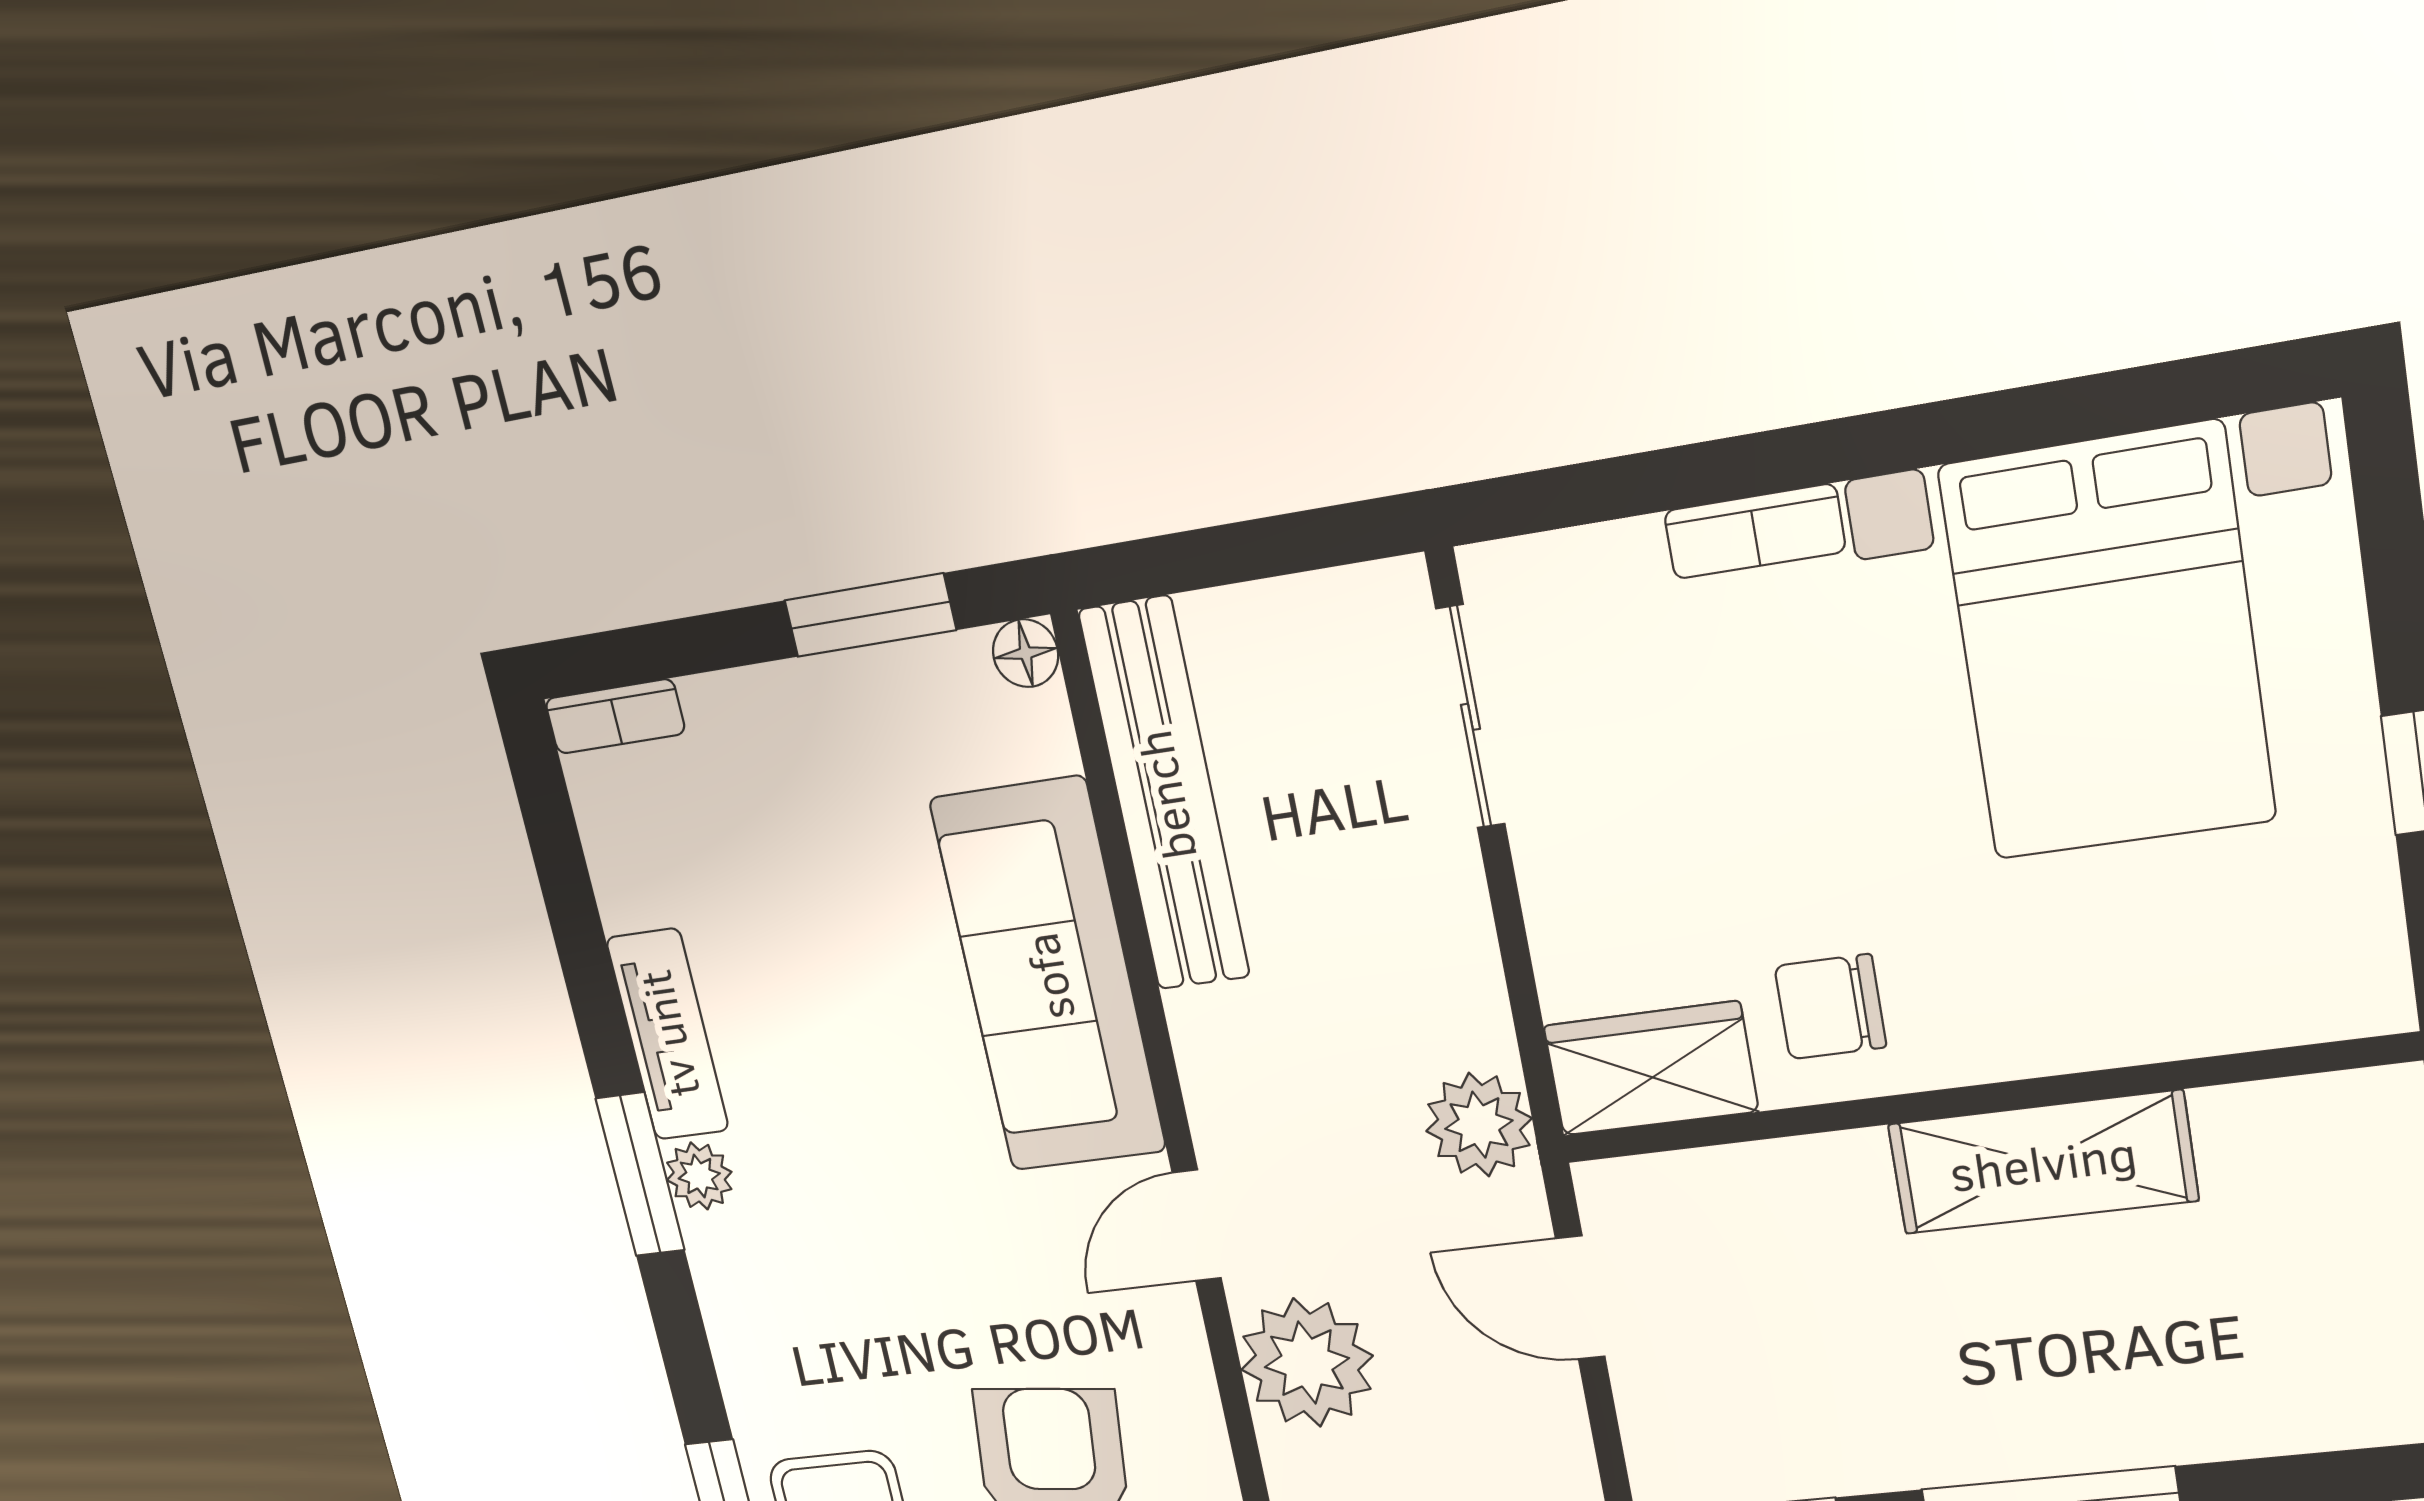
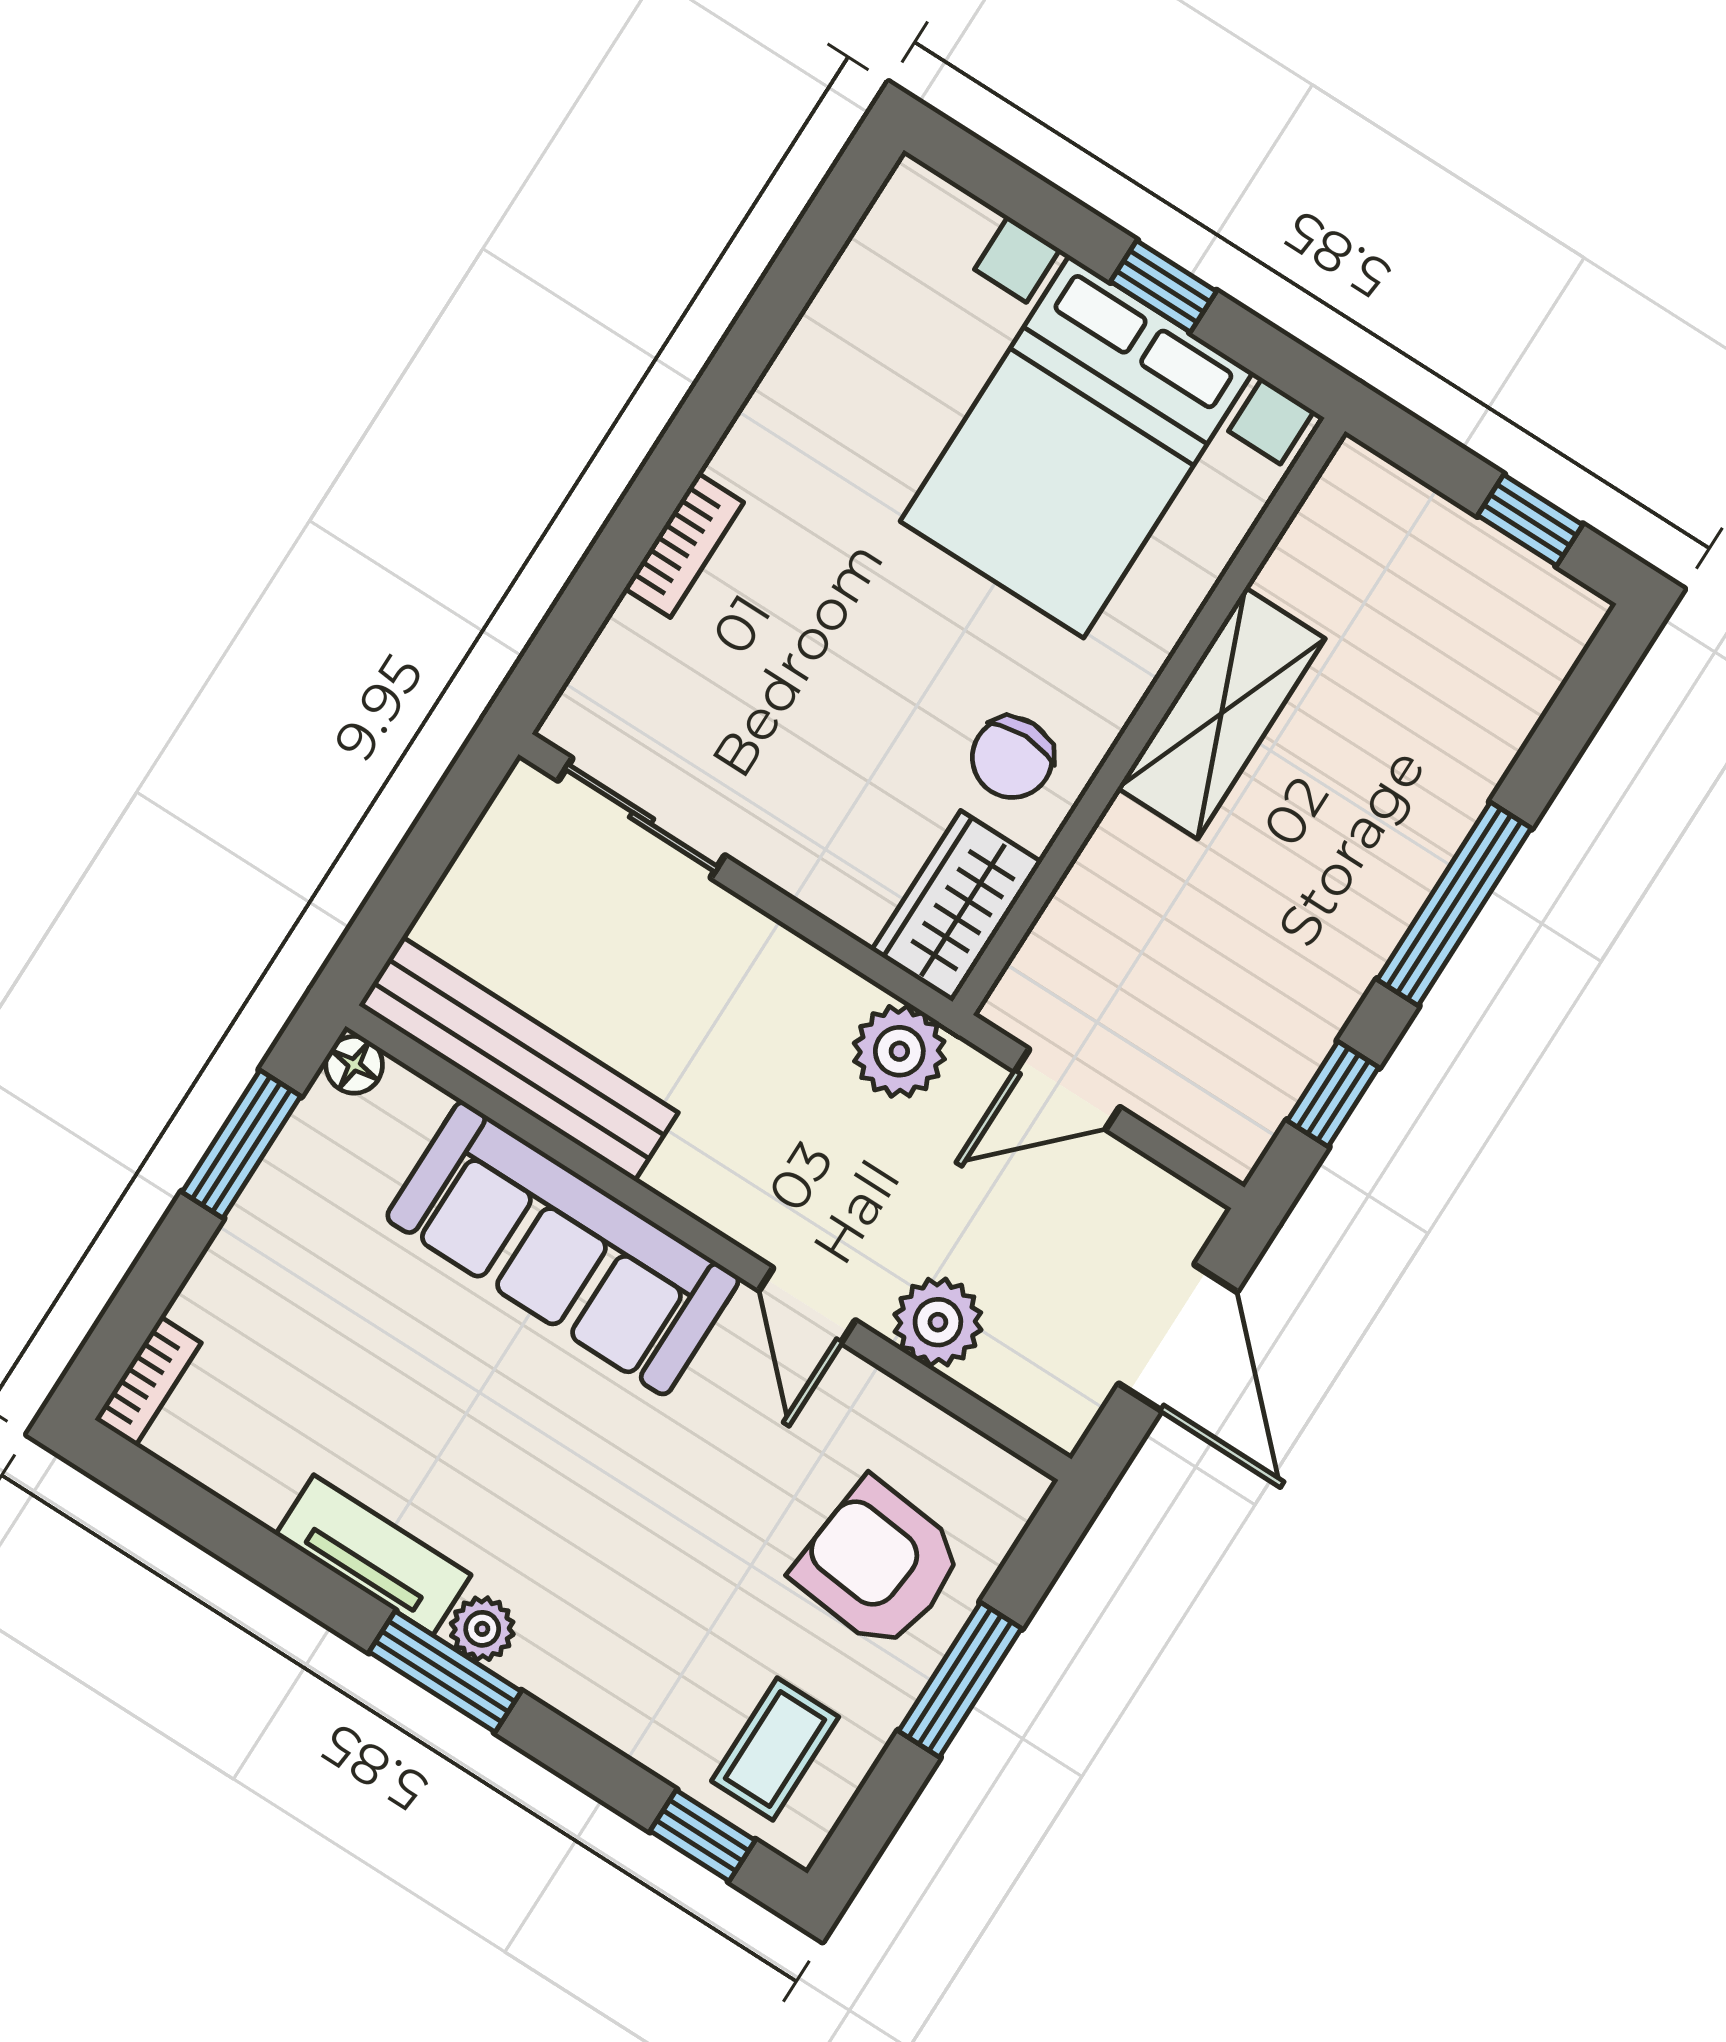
bed with nightstands: (2107, 643) -> (1076, 447), moved, turned 90
plant: (1307, 1363) -> (938, 1322), width x0.73, depth x0.73

